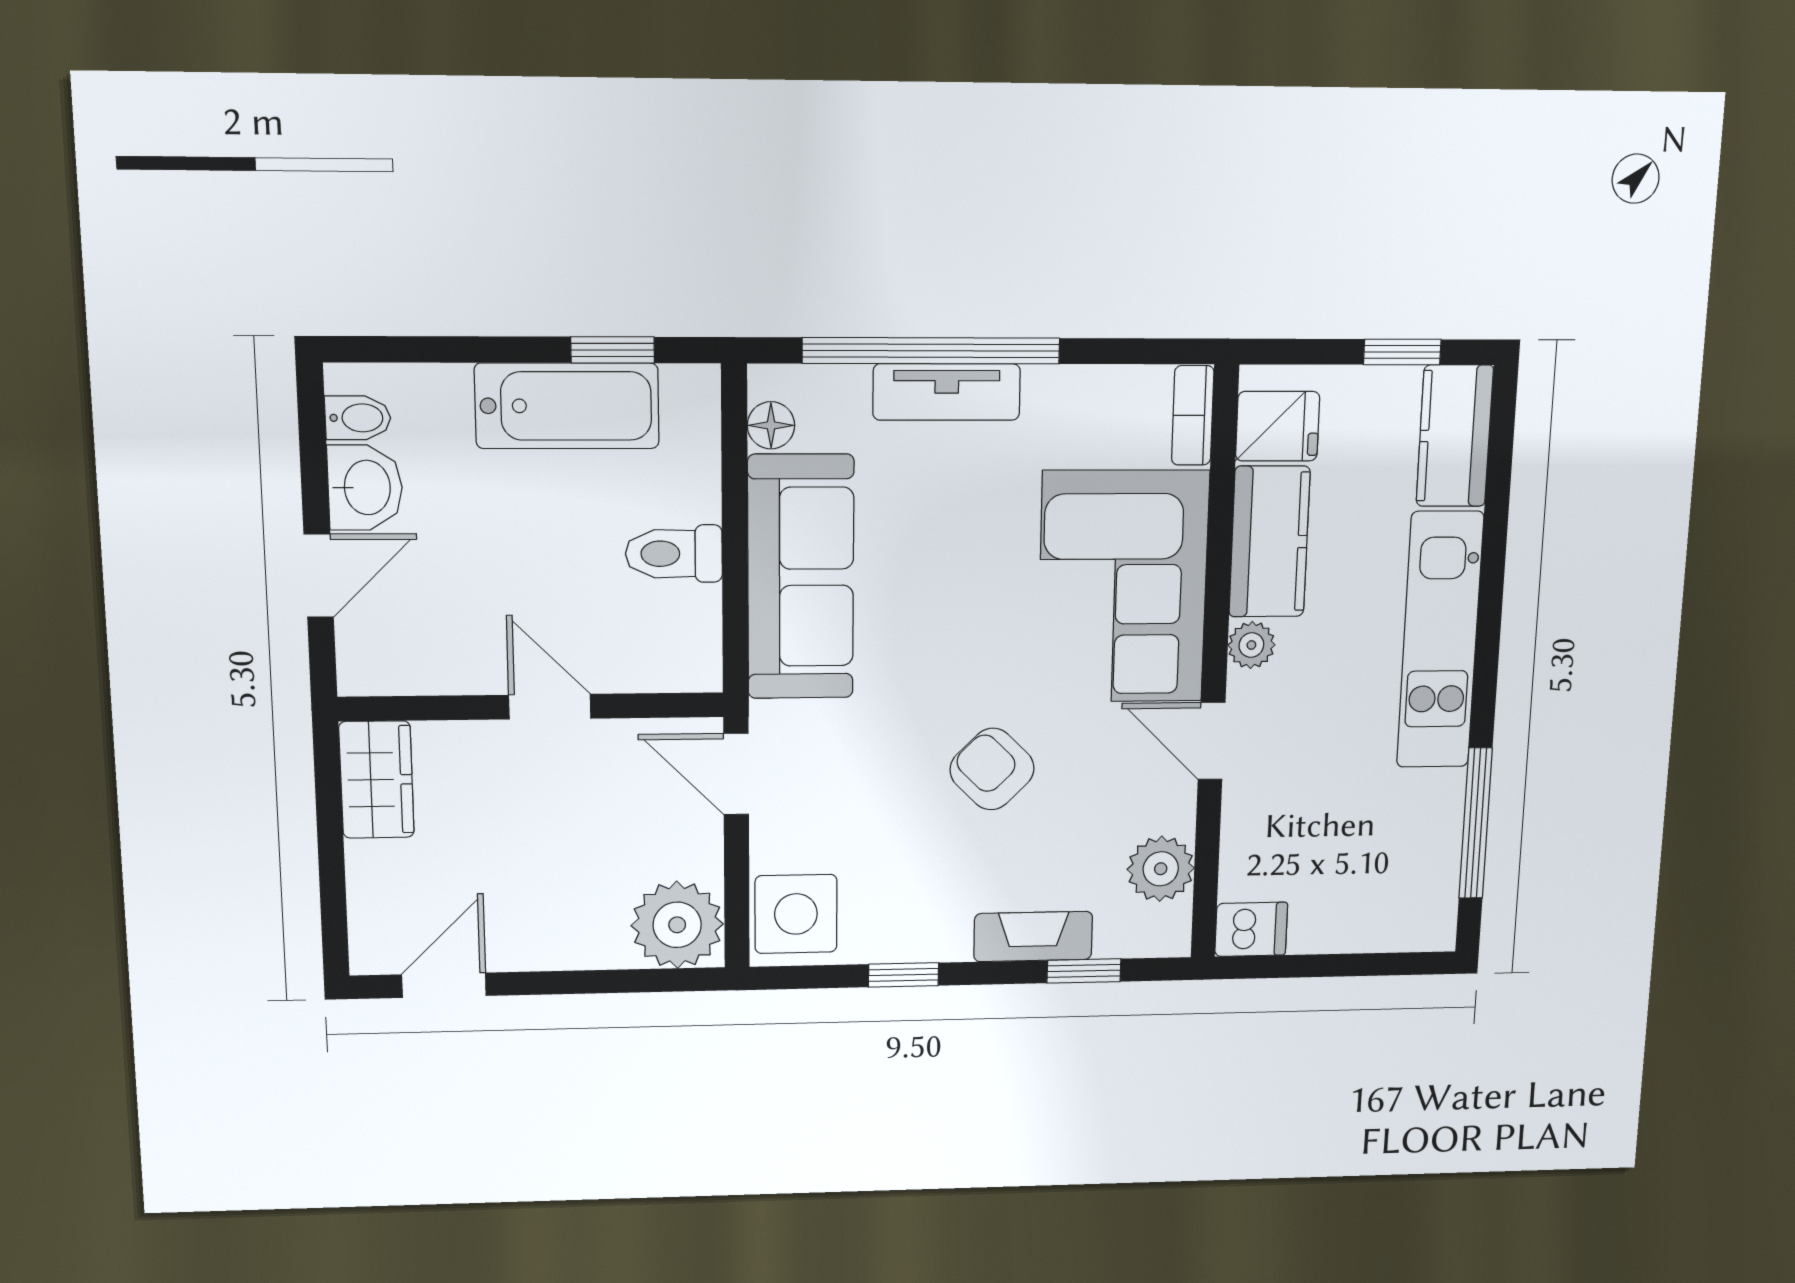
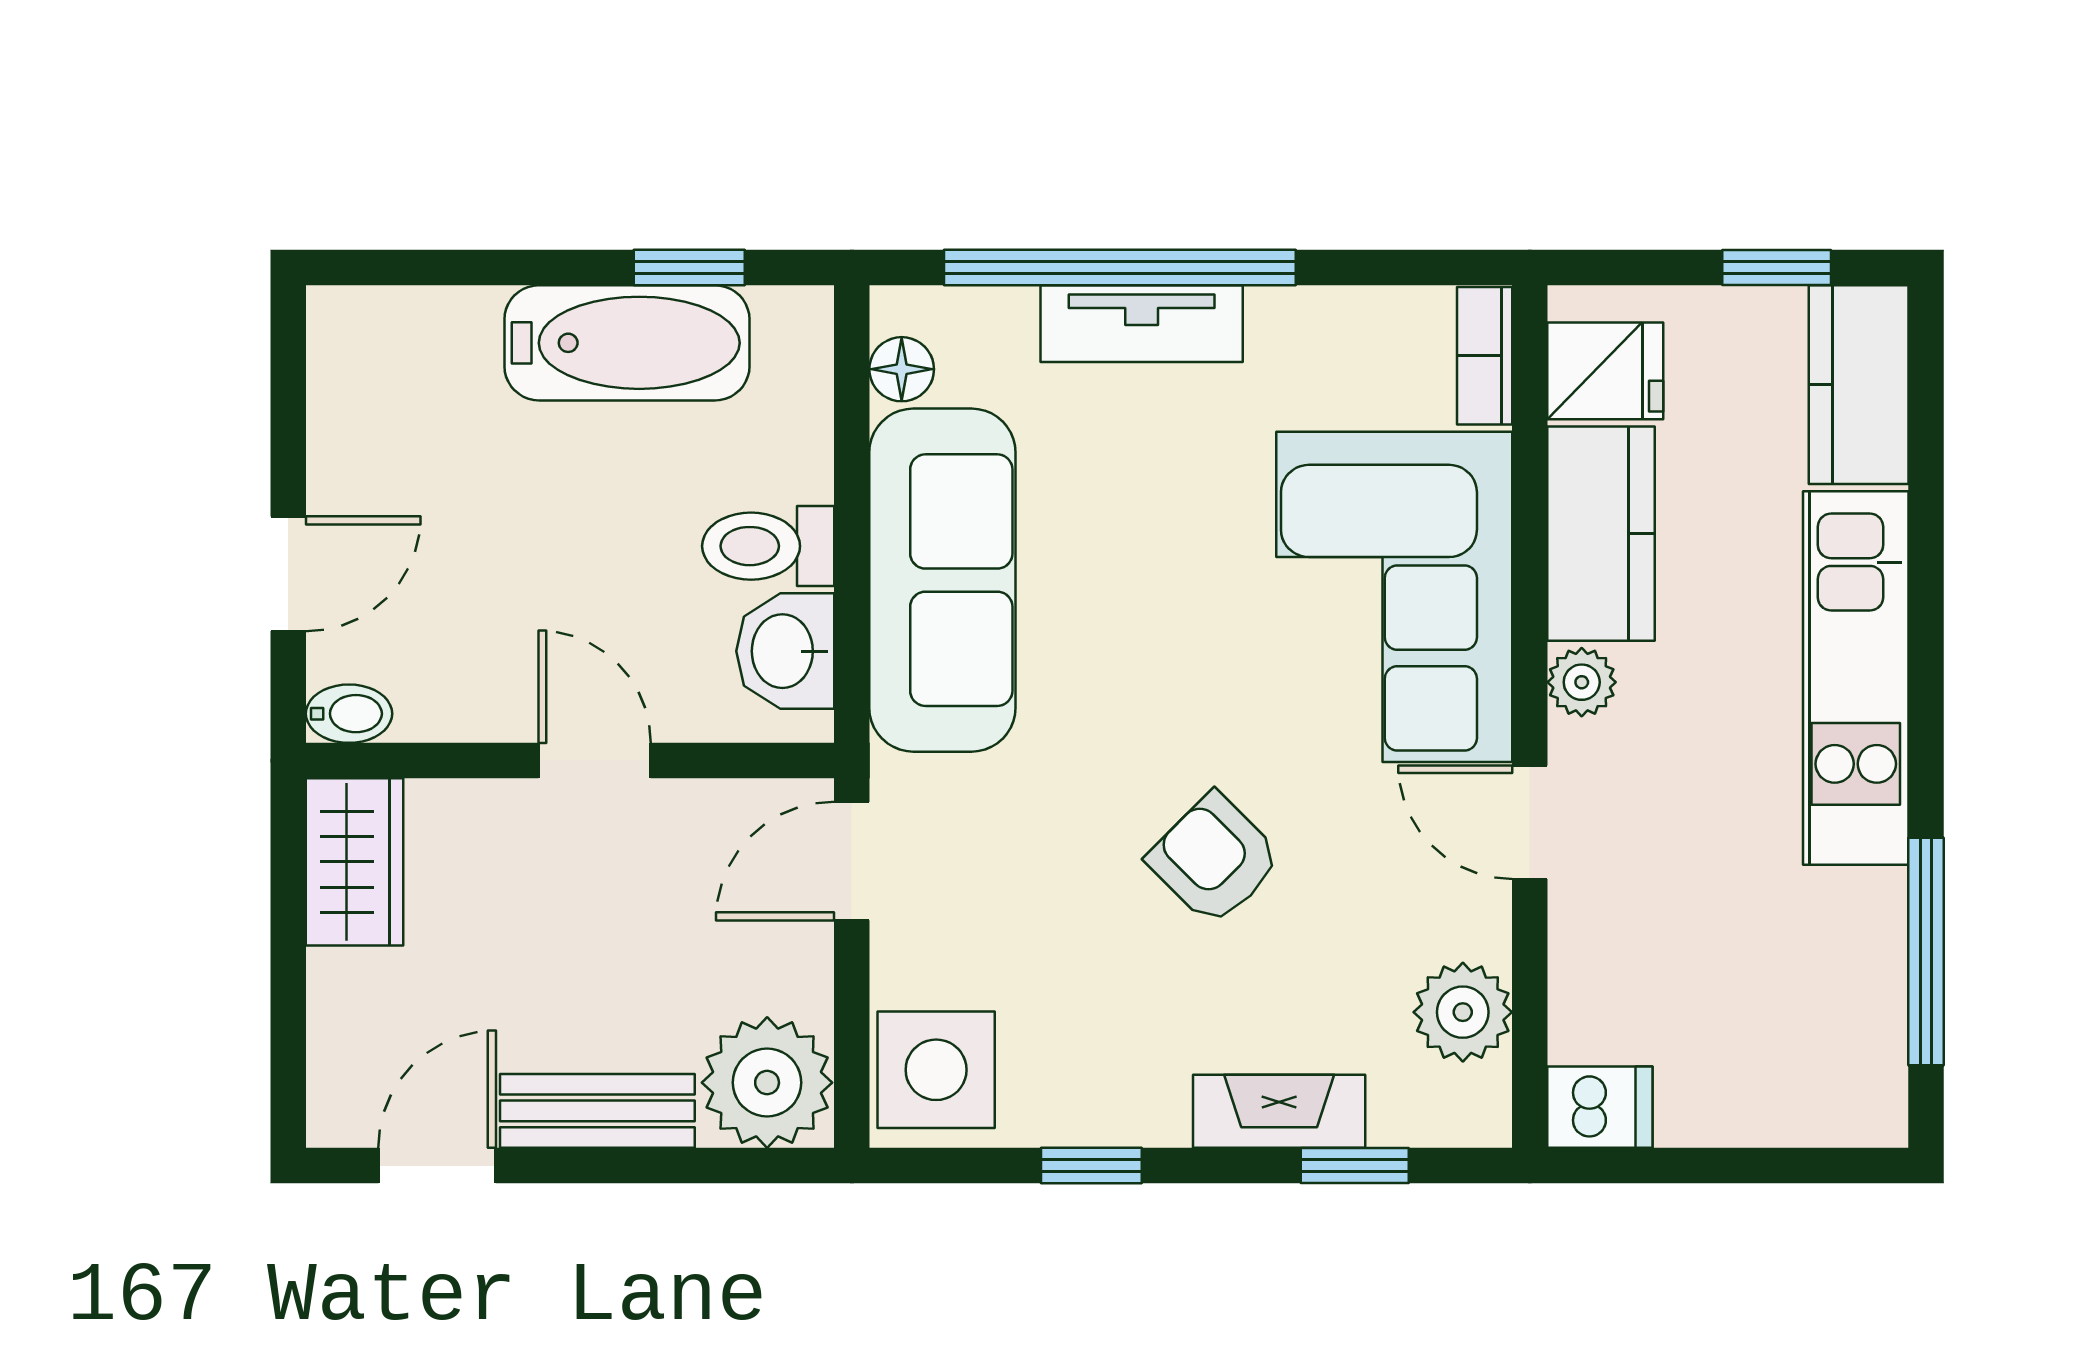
bidet: (358, 418) -> (349, 714), moved
washbasin: (365, 488) -> (785, 651), moved, turned 180
door: (736, 774) -> (852, 861), hinge flipped
bench: (557, 946) -> (597, 1111), added

